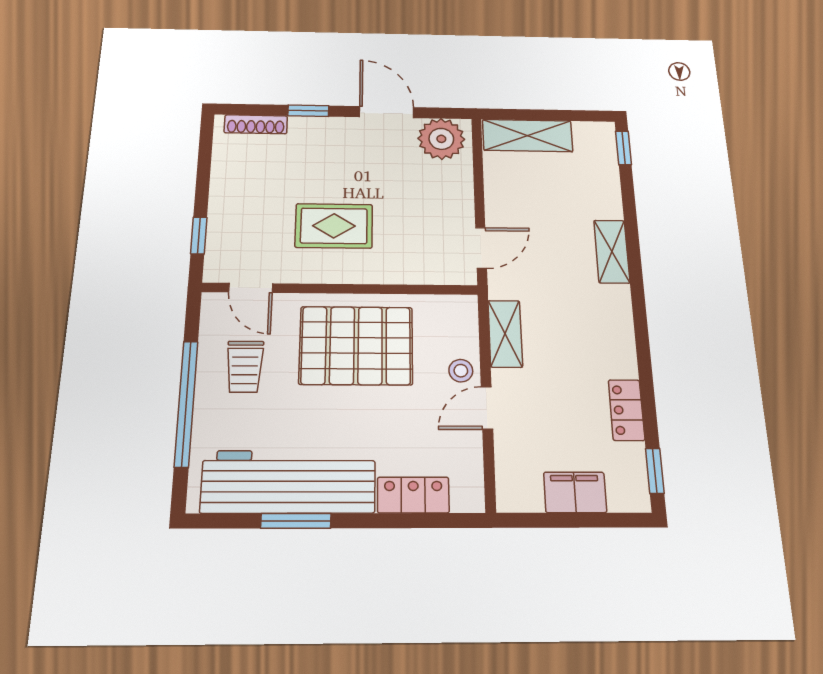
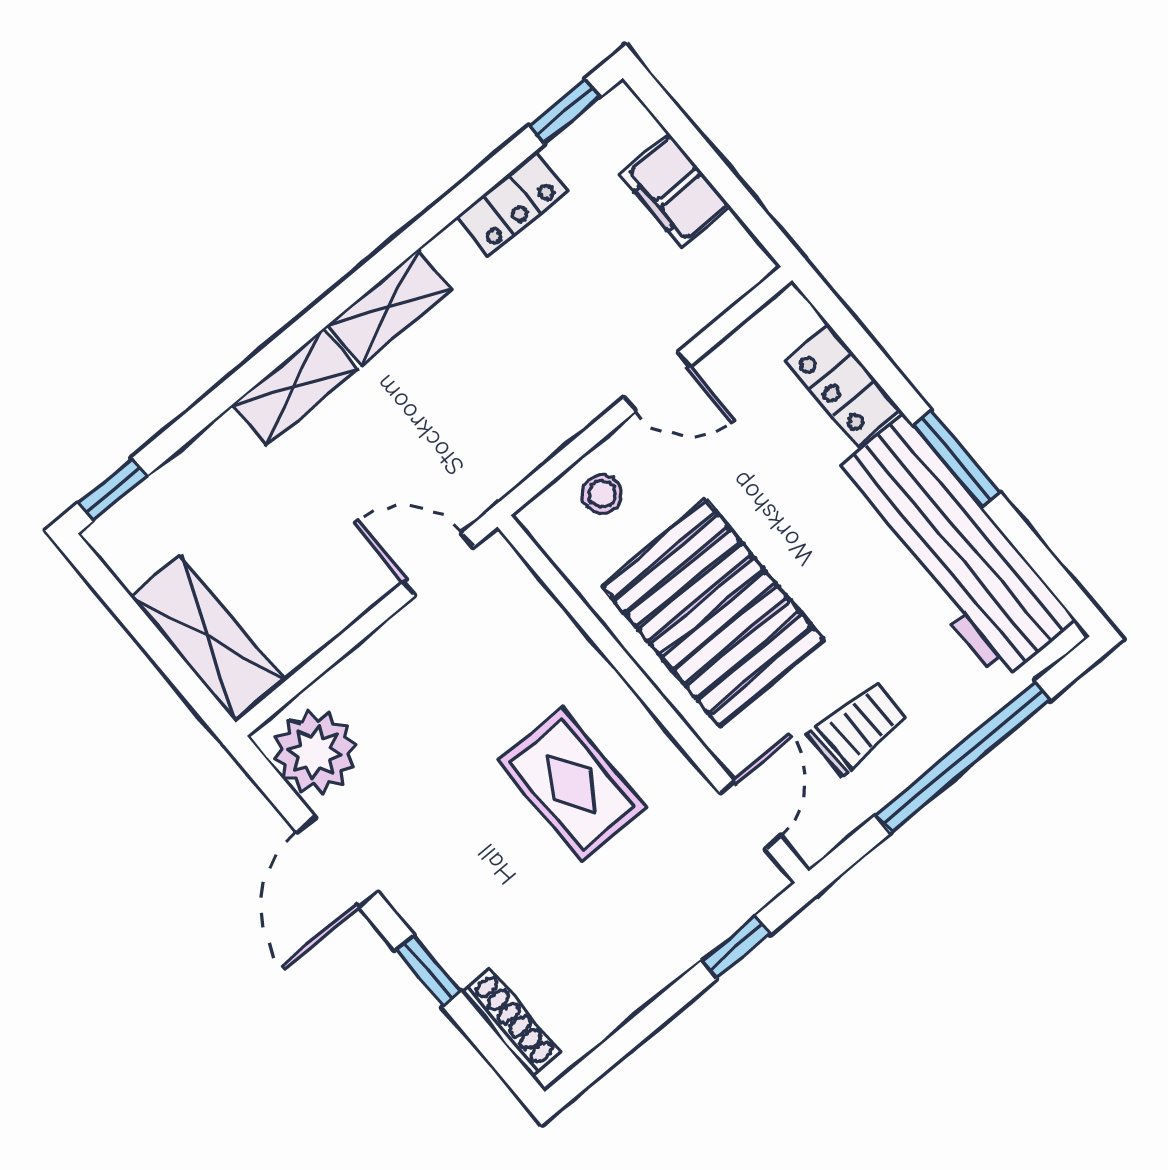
shelving: (505, 334) -> (389, 308), moved
stool: (461, 371) -> (602, 494), moved
window: (296, 521) -> (957, 459), moved

